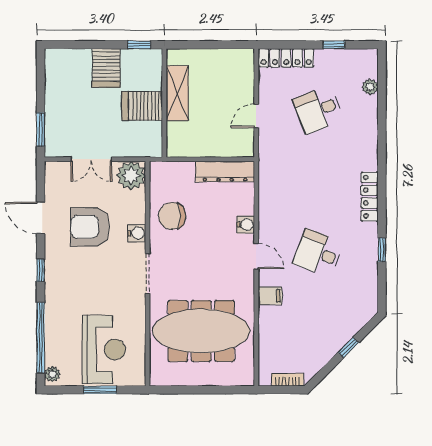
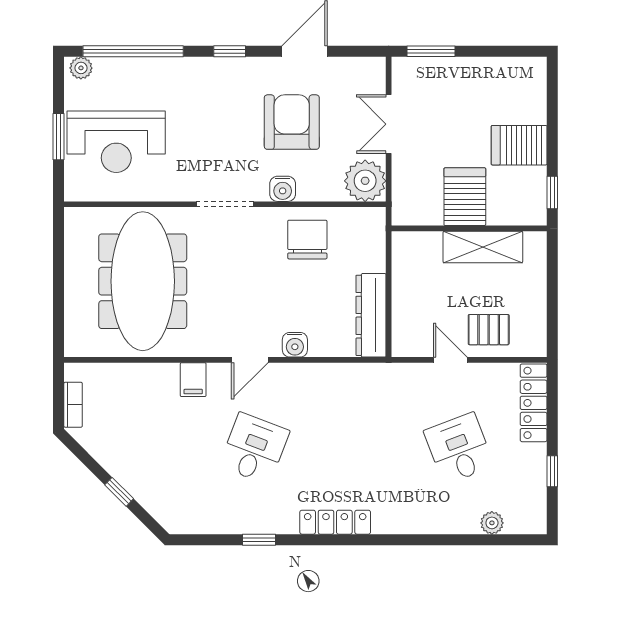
pallet: (235, 89) -> (489, 330), added

